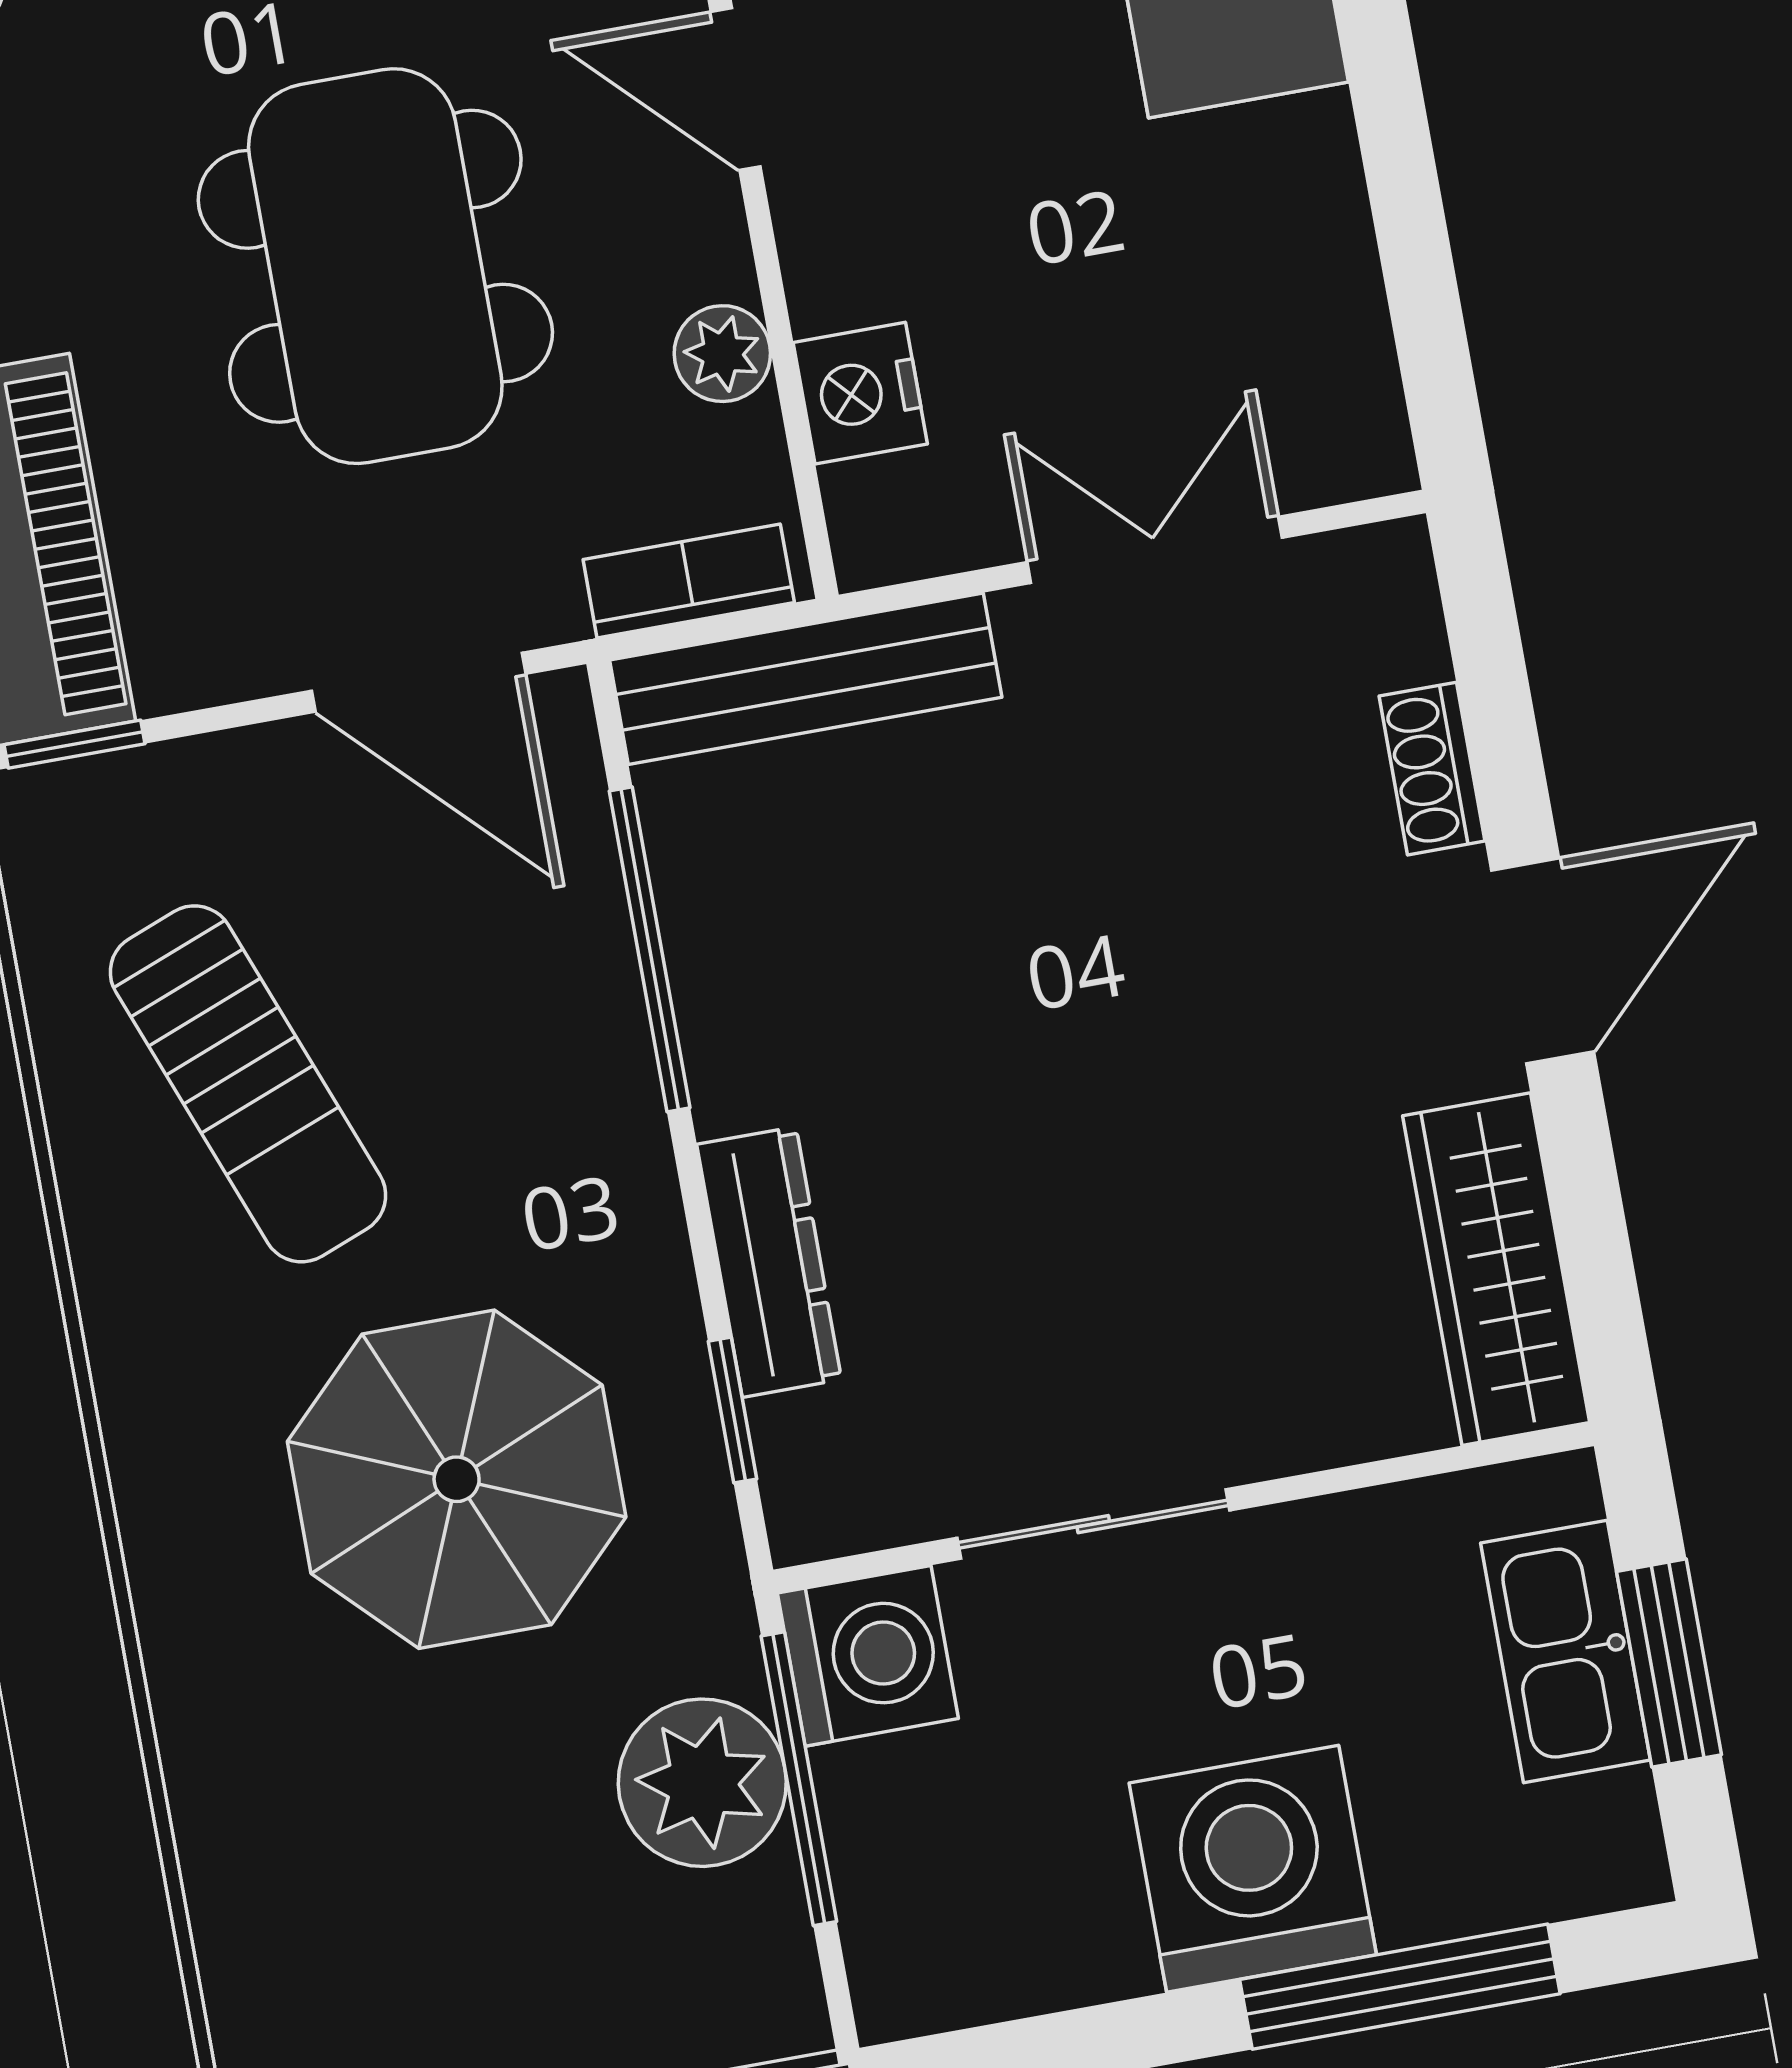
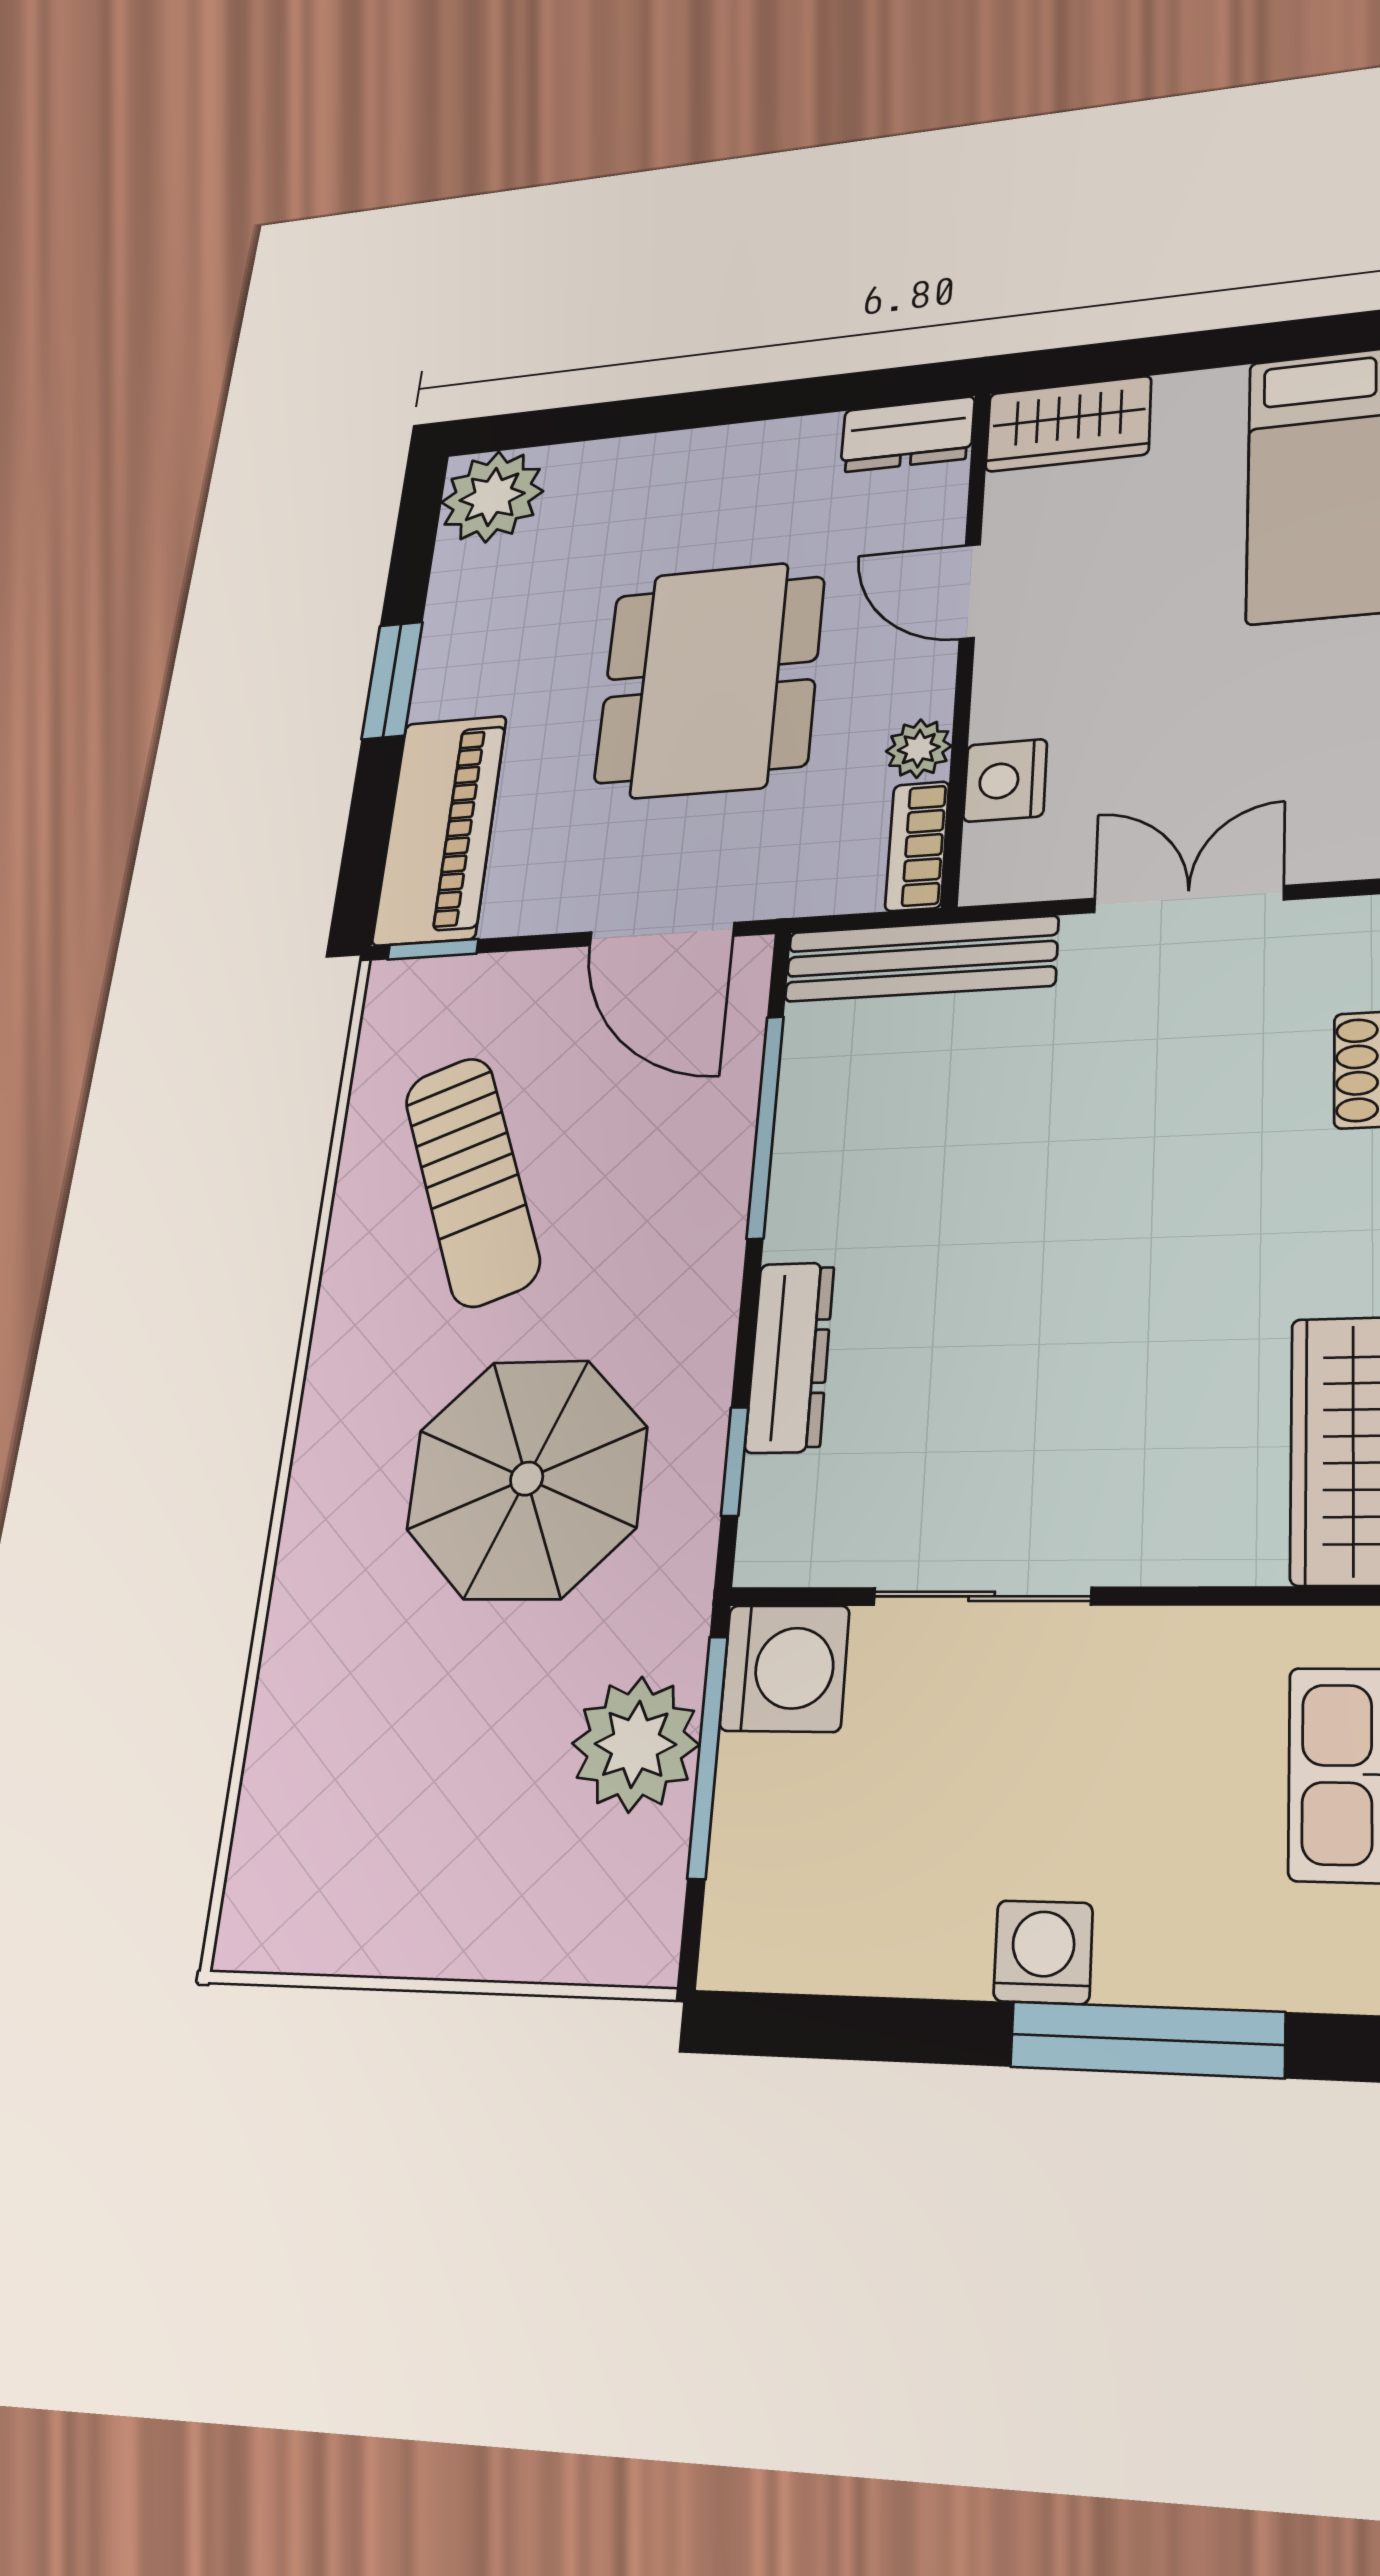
bookcase: (689, 581) -> (917, 846), moved, turned -90
washing machine: (1253, 1869) -> (1043, 1952), width x0.53, depth x0.53

